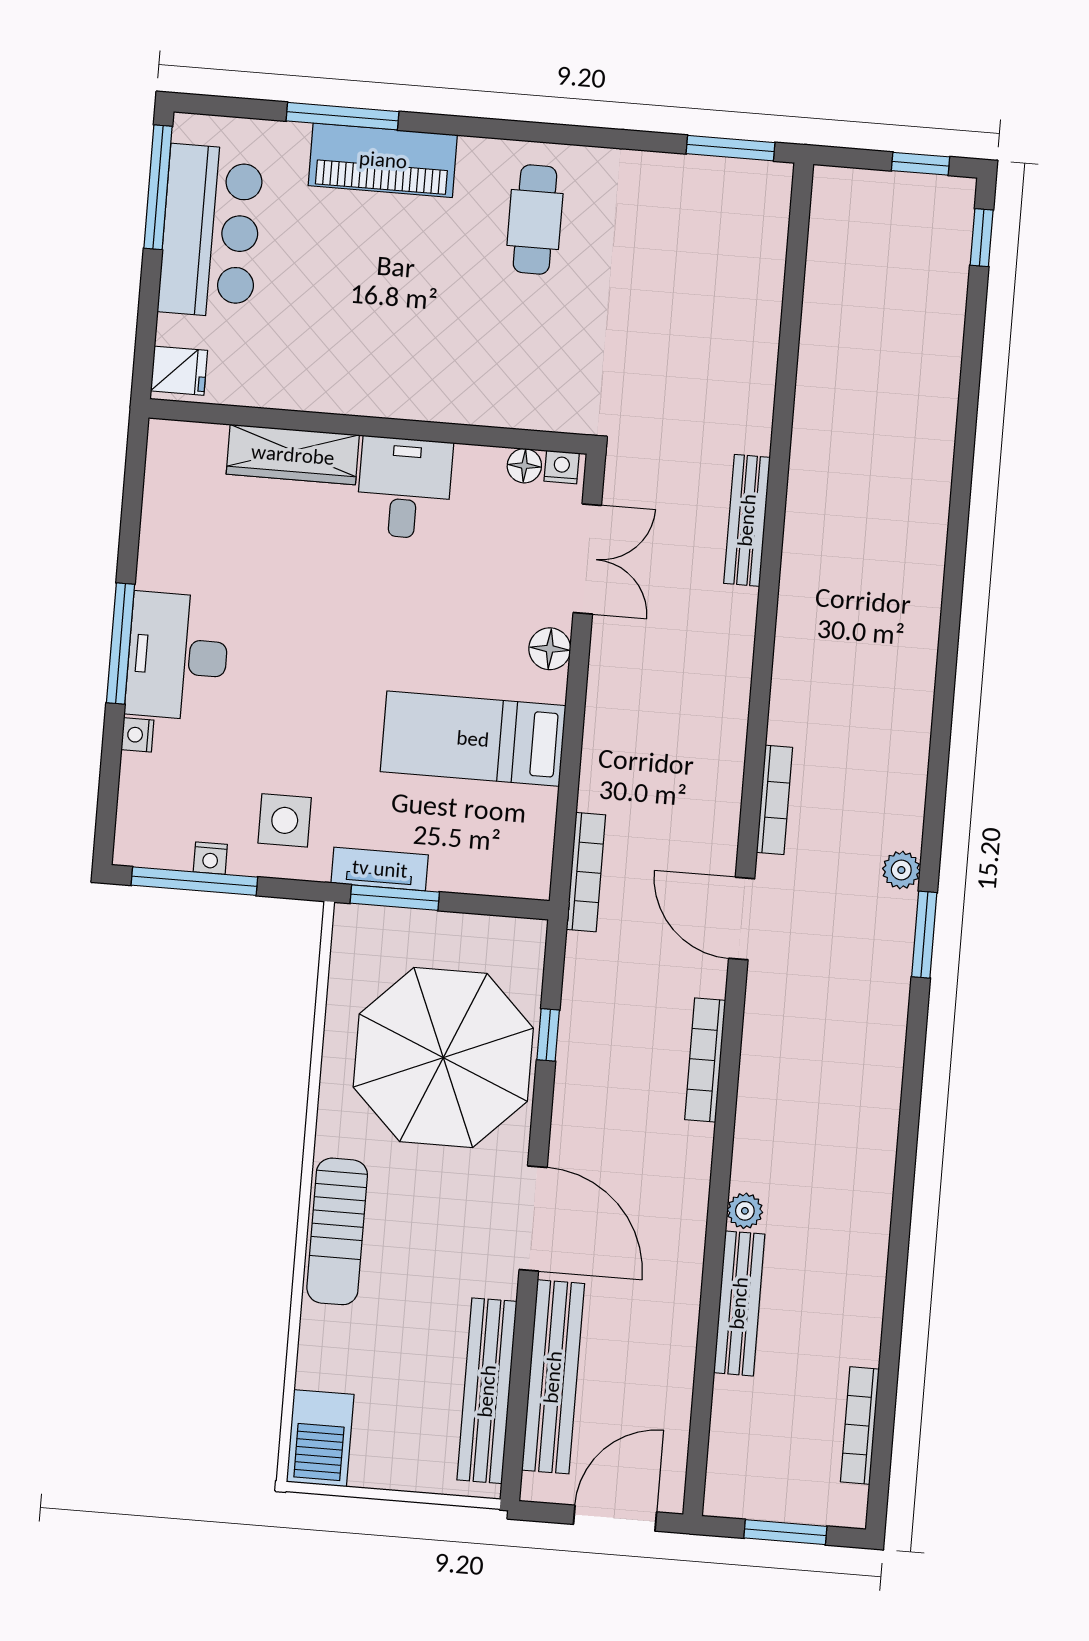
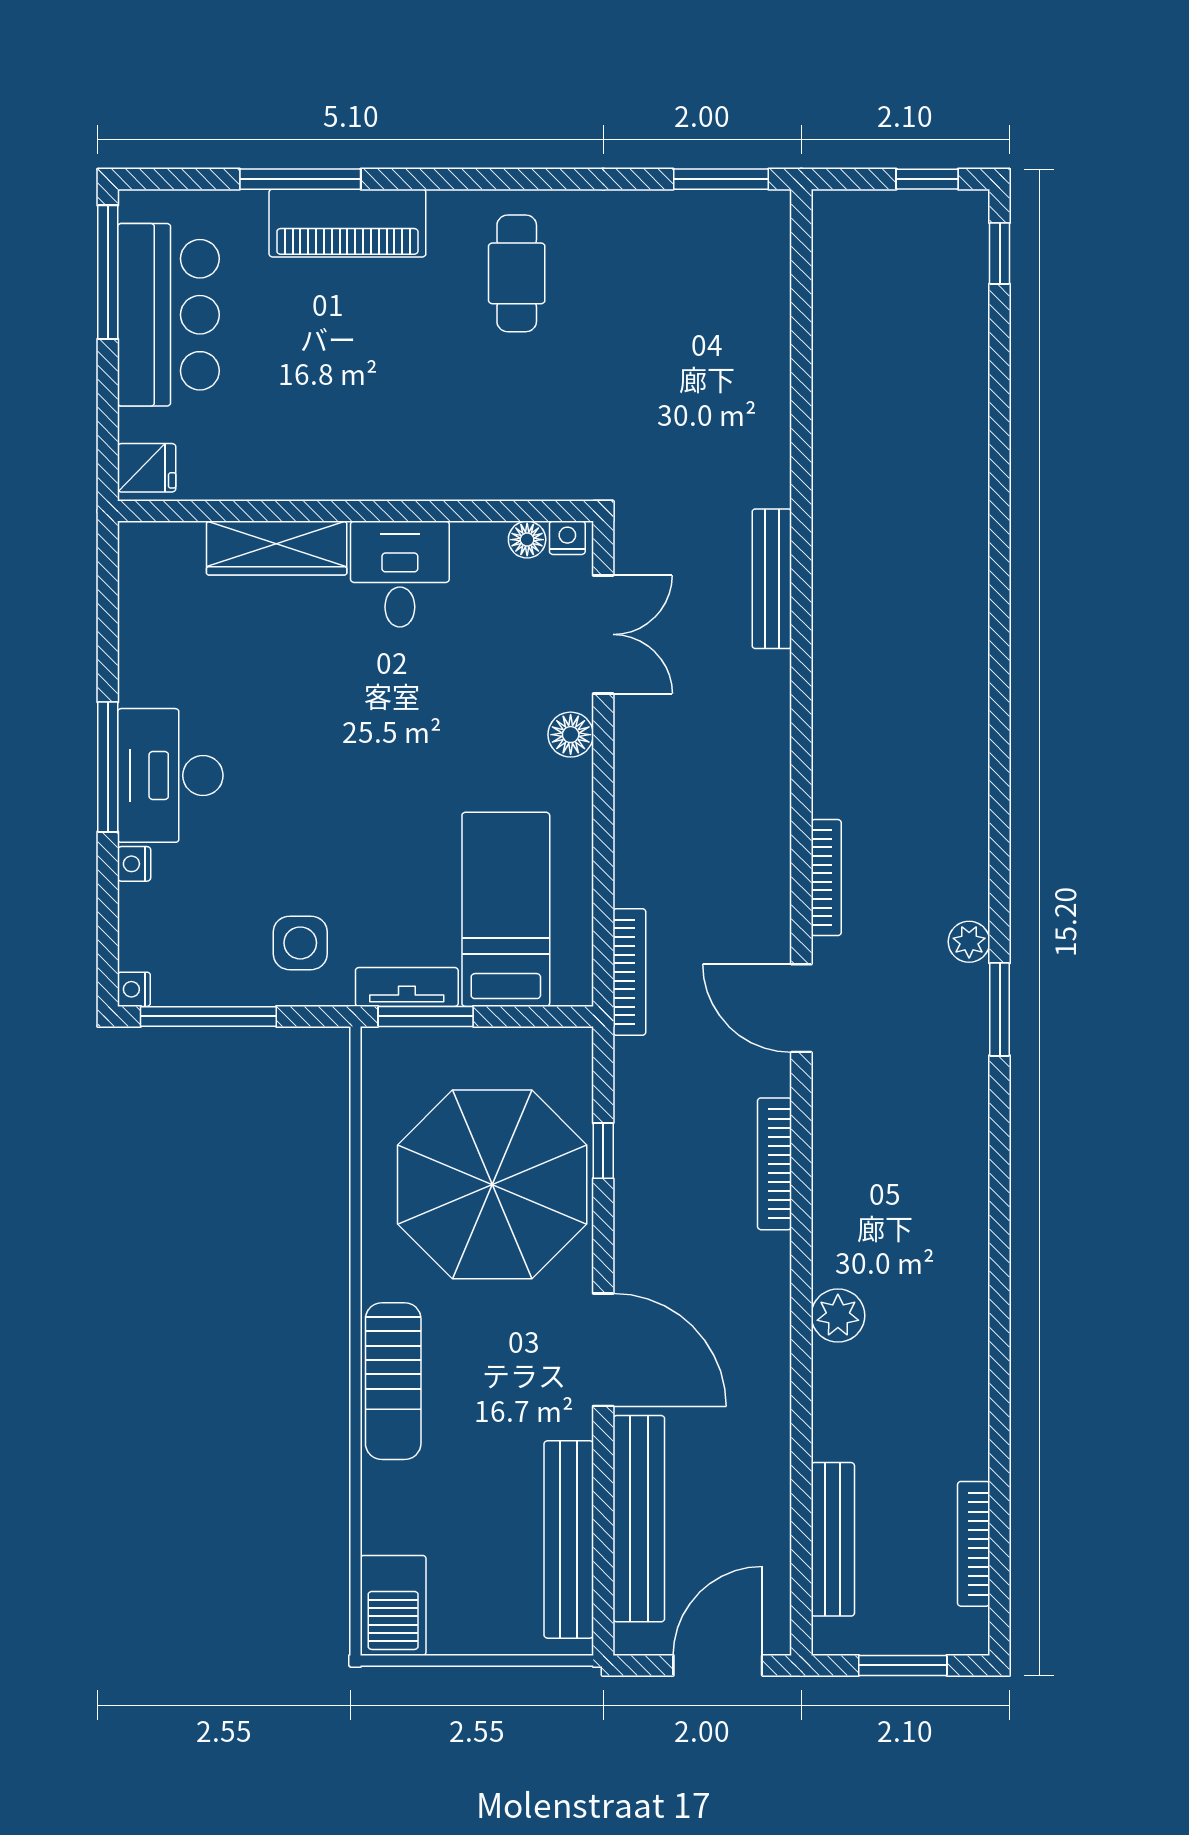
bed: (473, 739) -> (506, 909), moved, turned 90
nightstand: (210, 858) -> (134, 989), moved, turned 90
plant: (745, 1211) -> (838, 1316), width x1.38, depth x1.38
bench: (739, 1303) -> (833, 1539), moved

